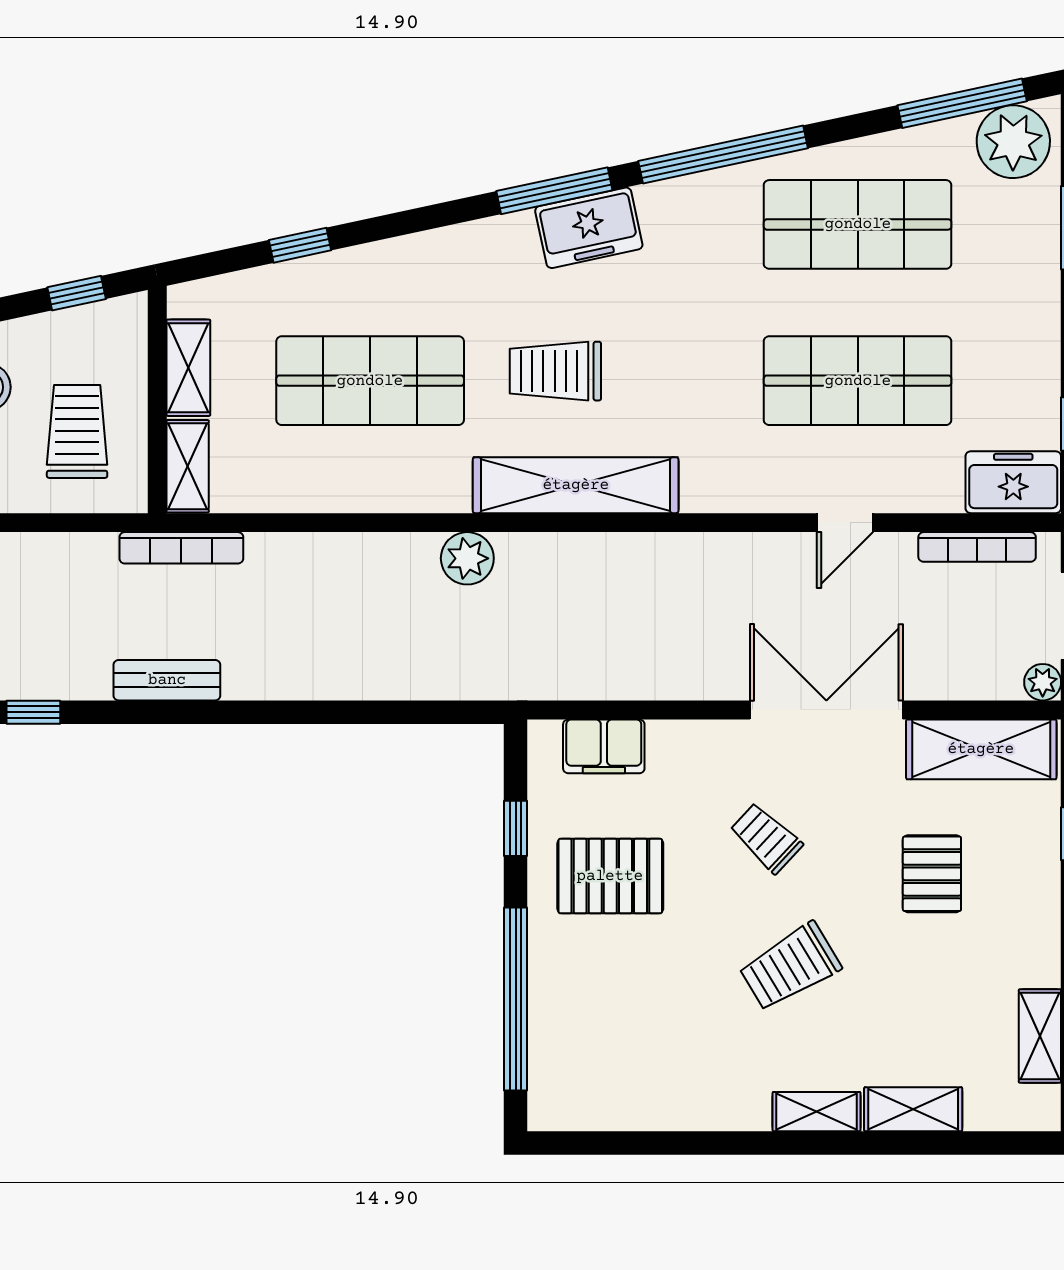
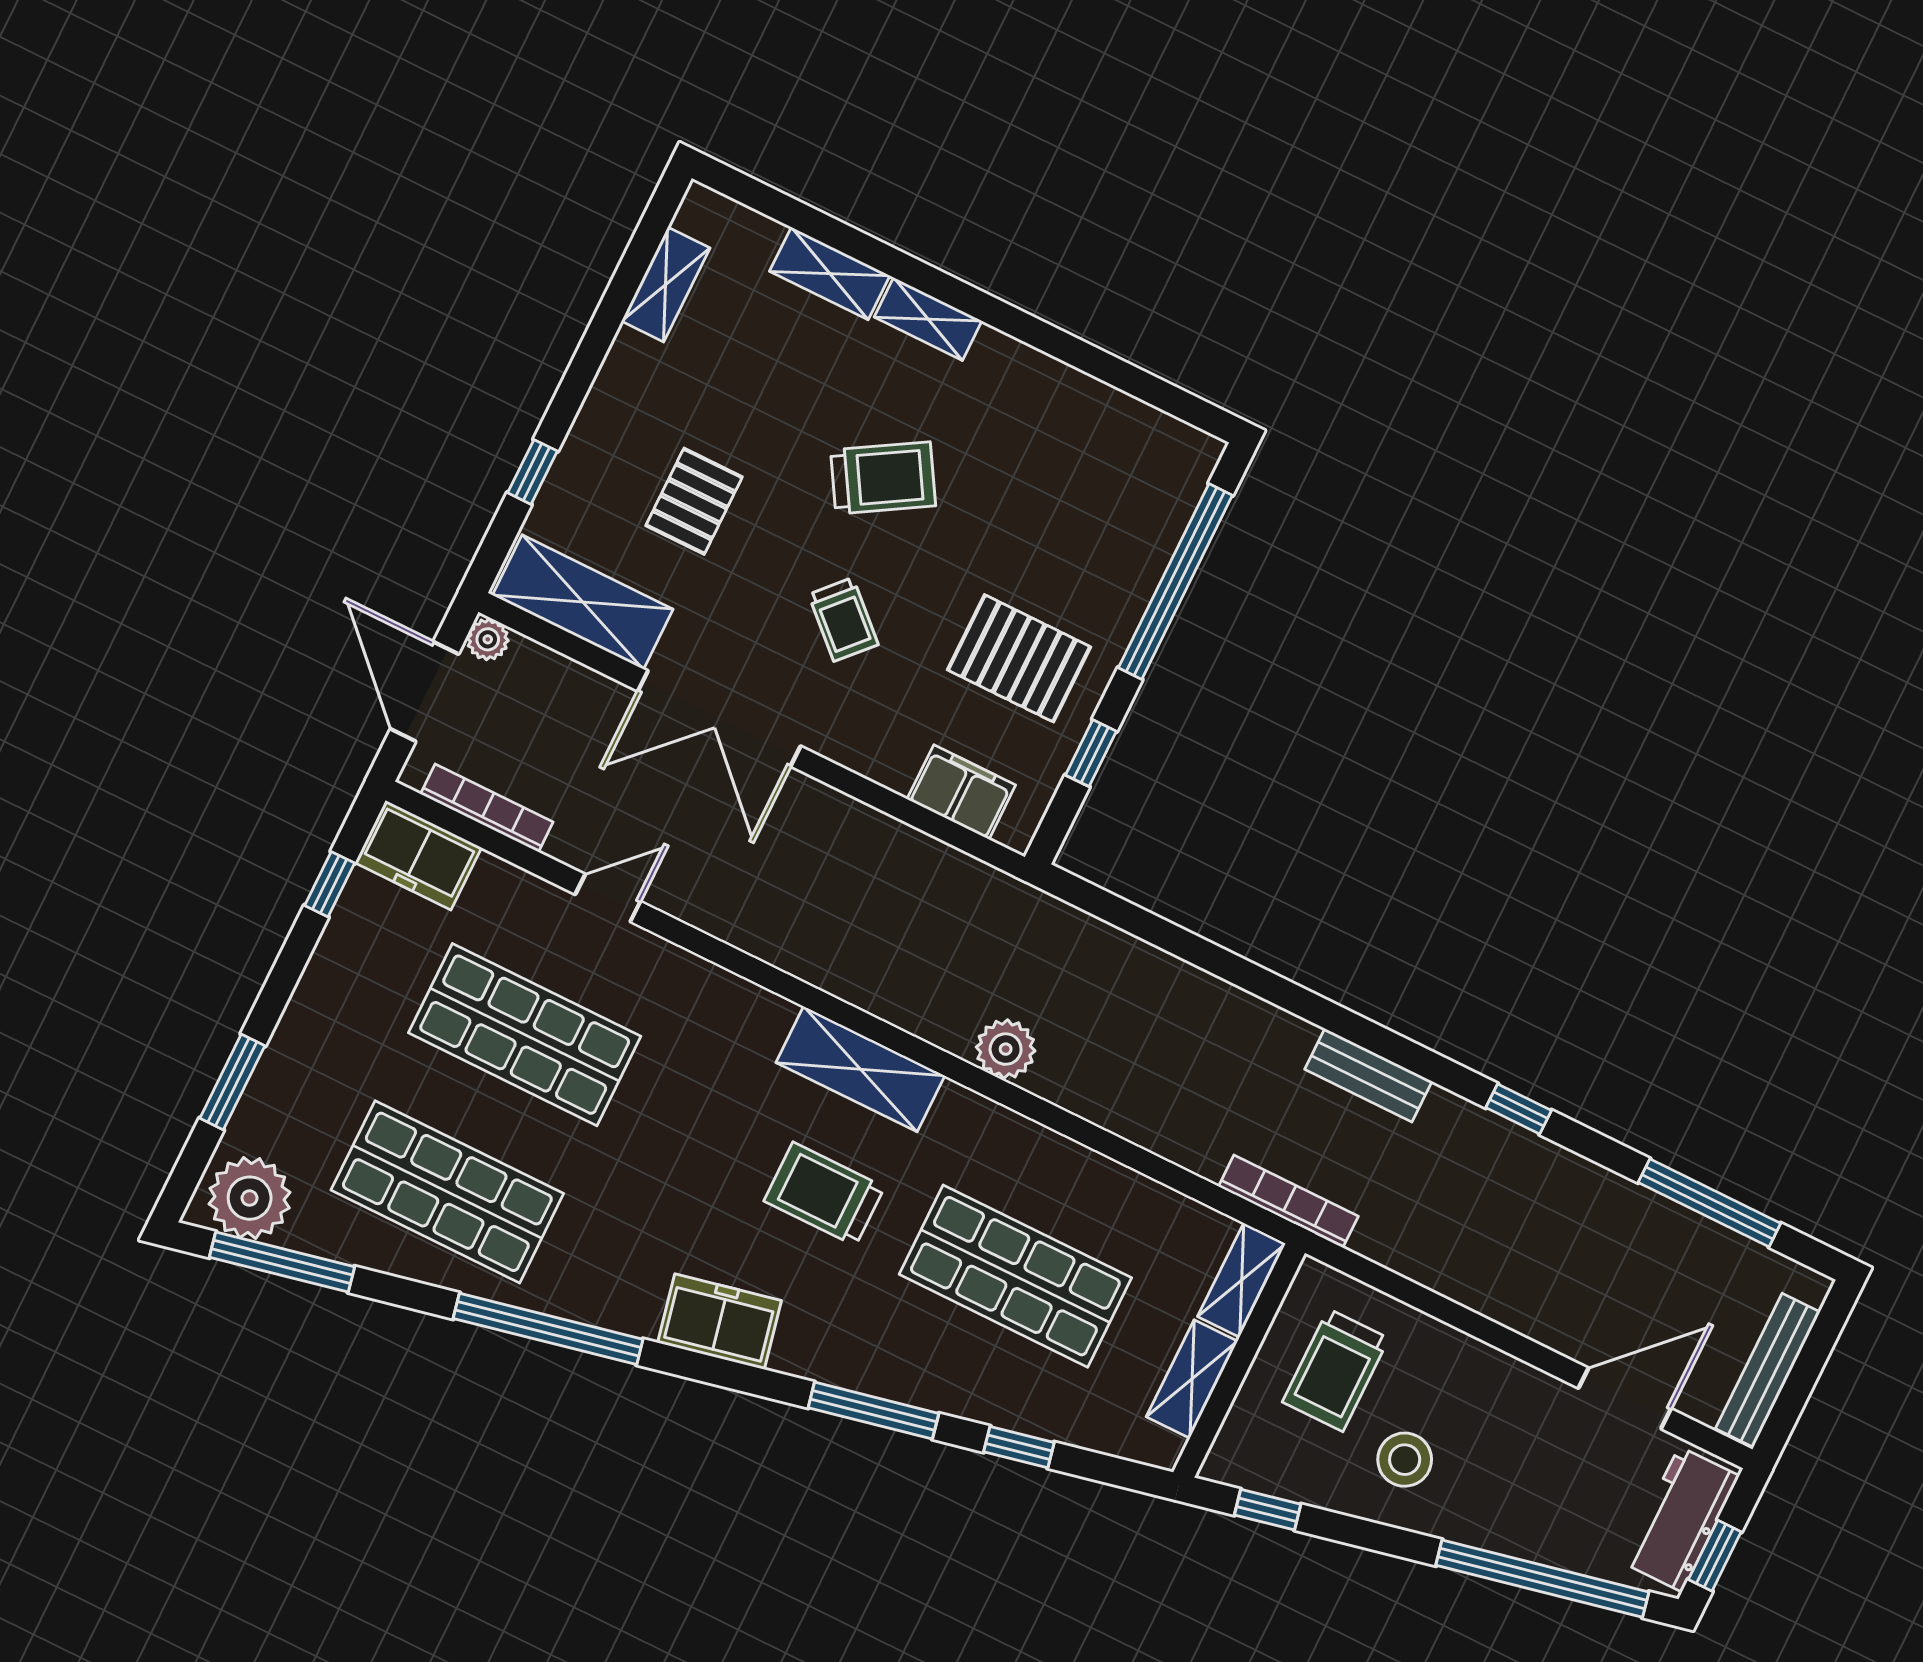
window: (554, 191) -> (873, 1411), moved
trolley: (555, 371) -> (824, 1194), turned 180
shelving: (576, 485) -> (860, 1069), width x0.68

